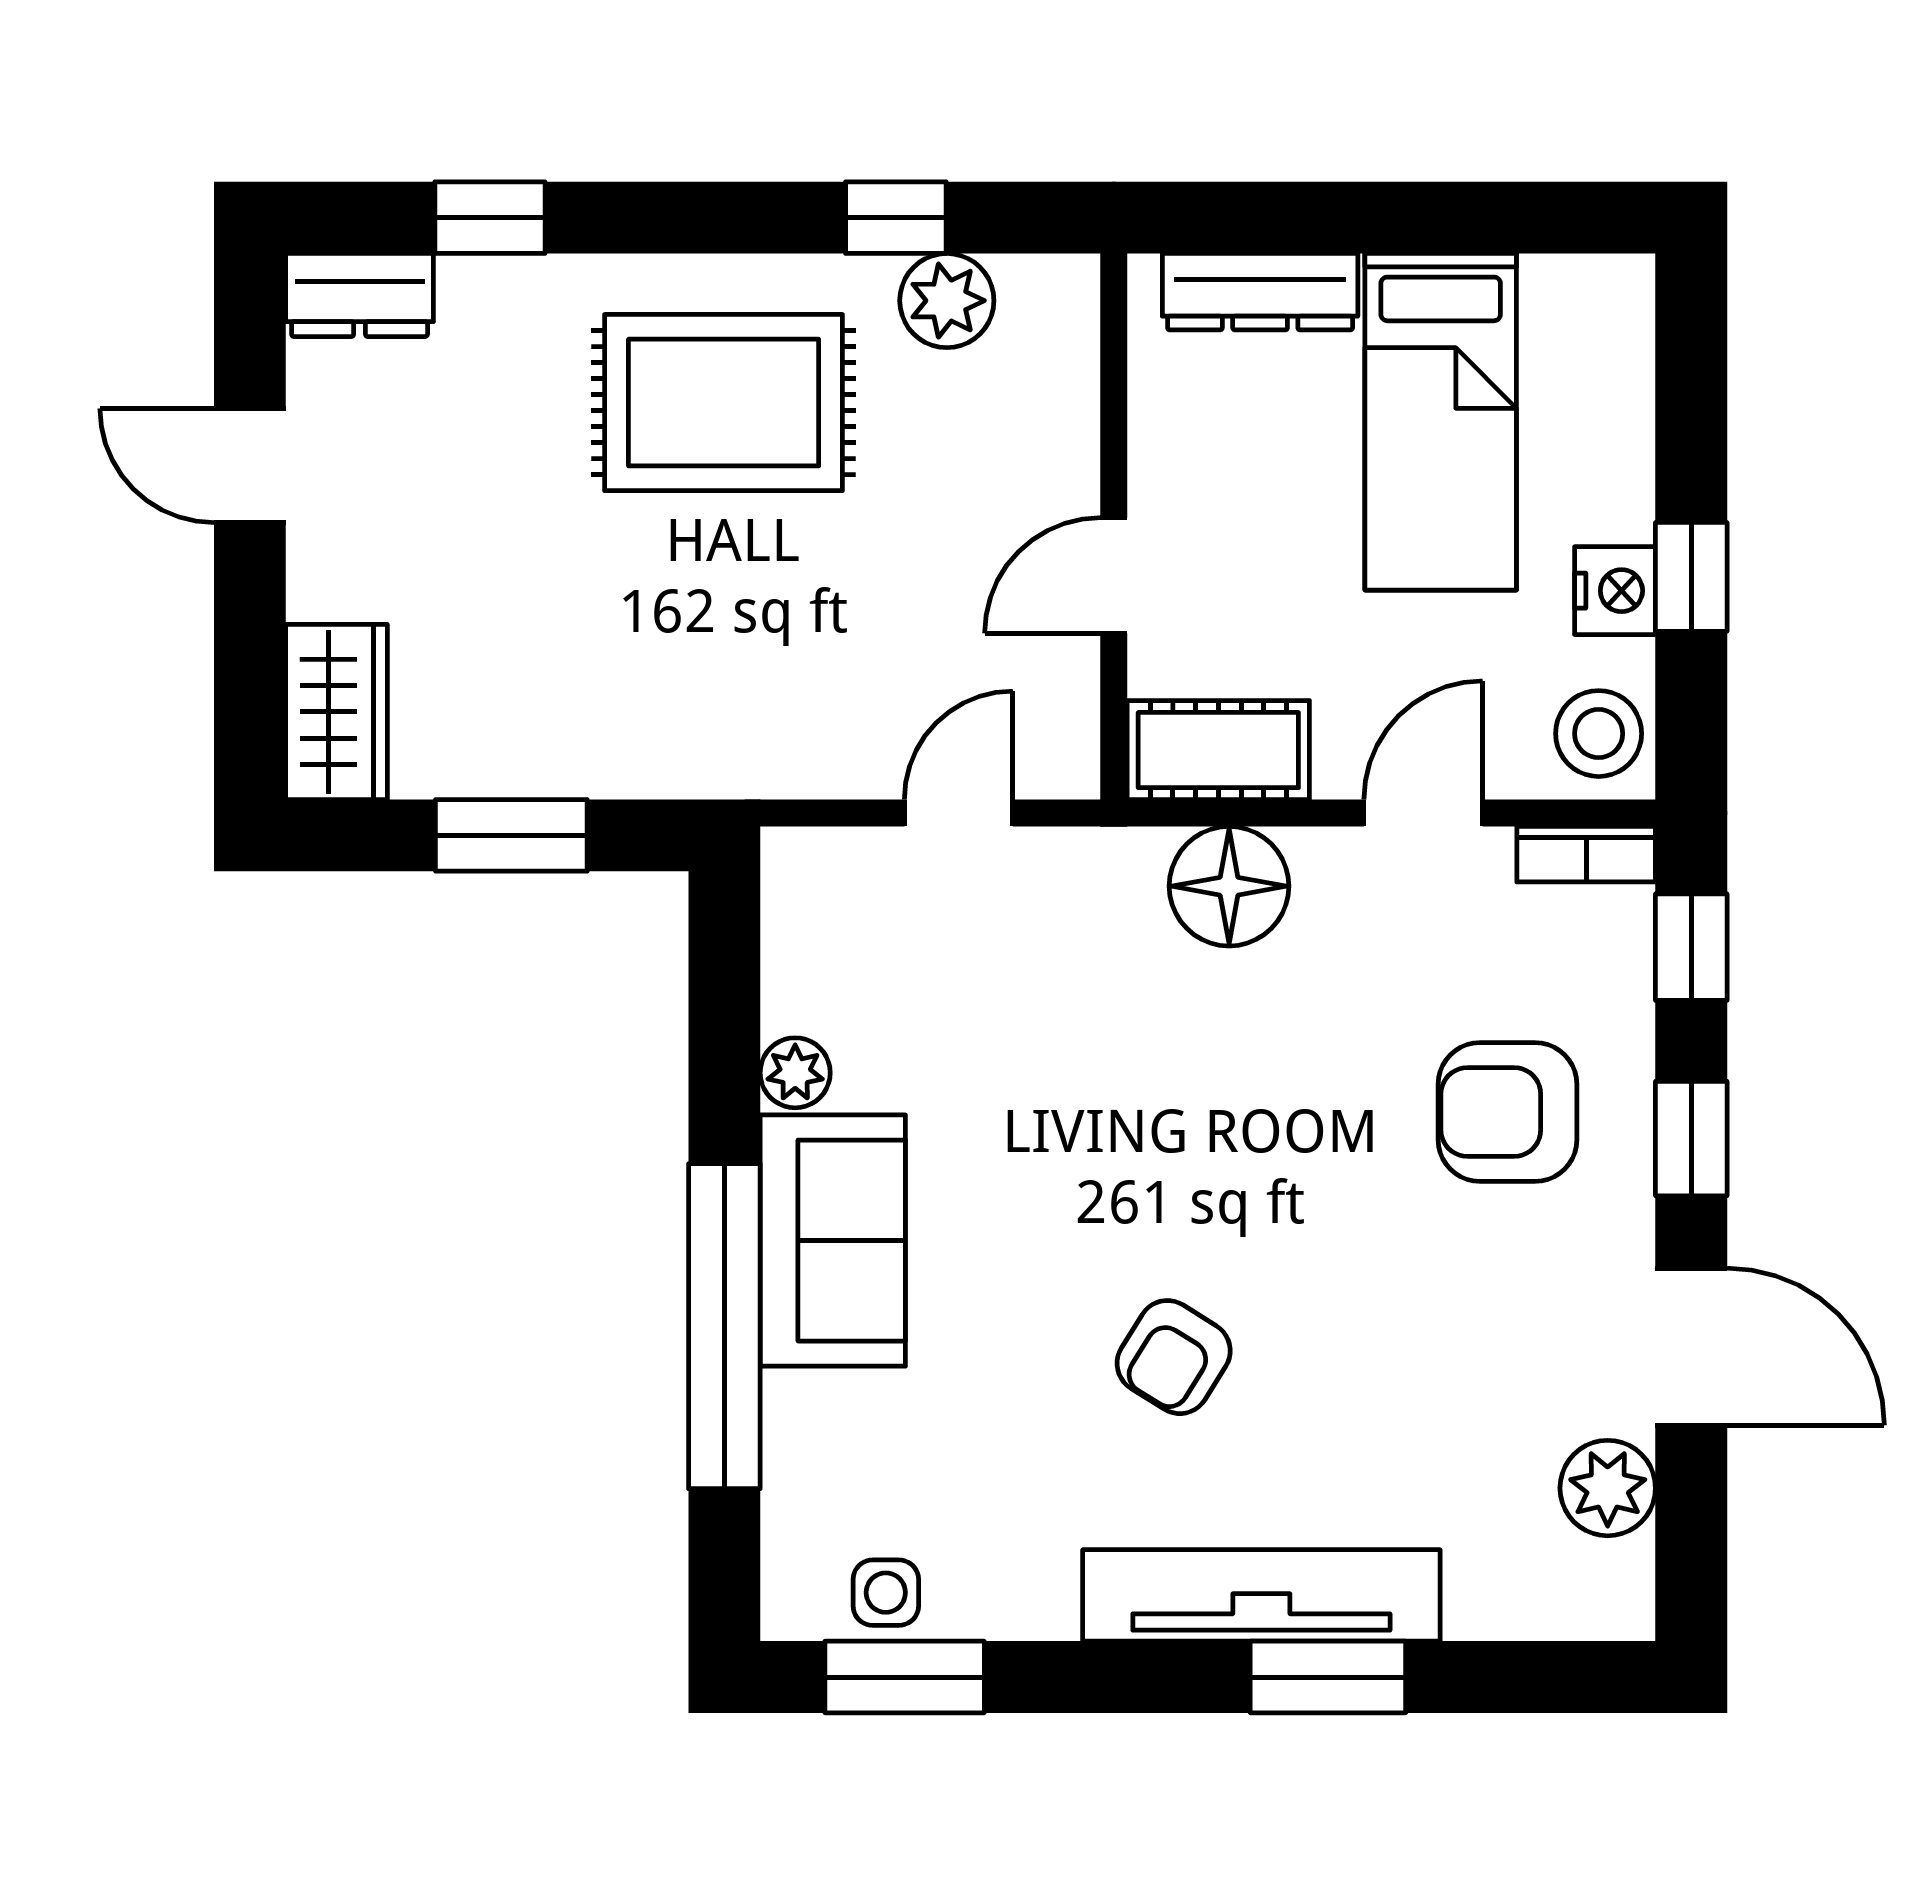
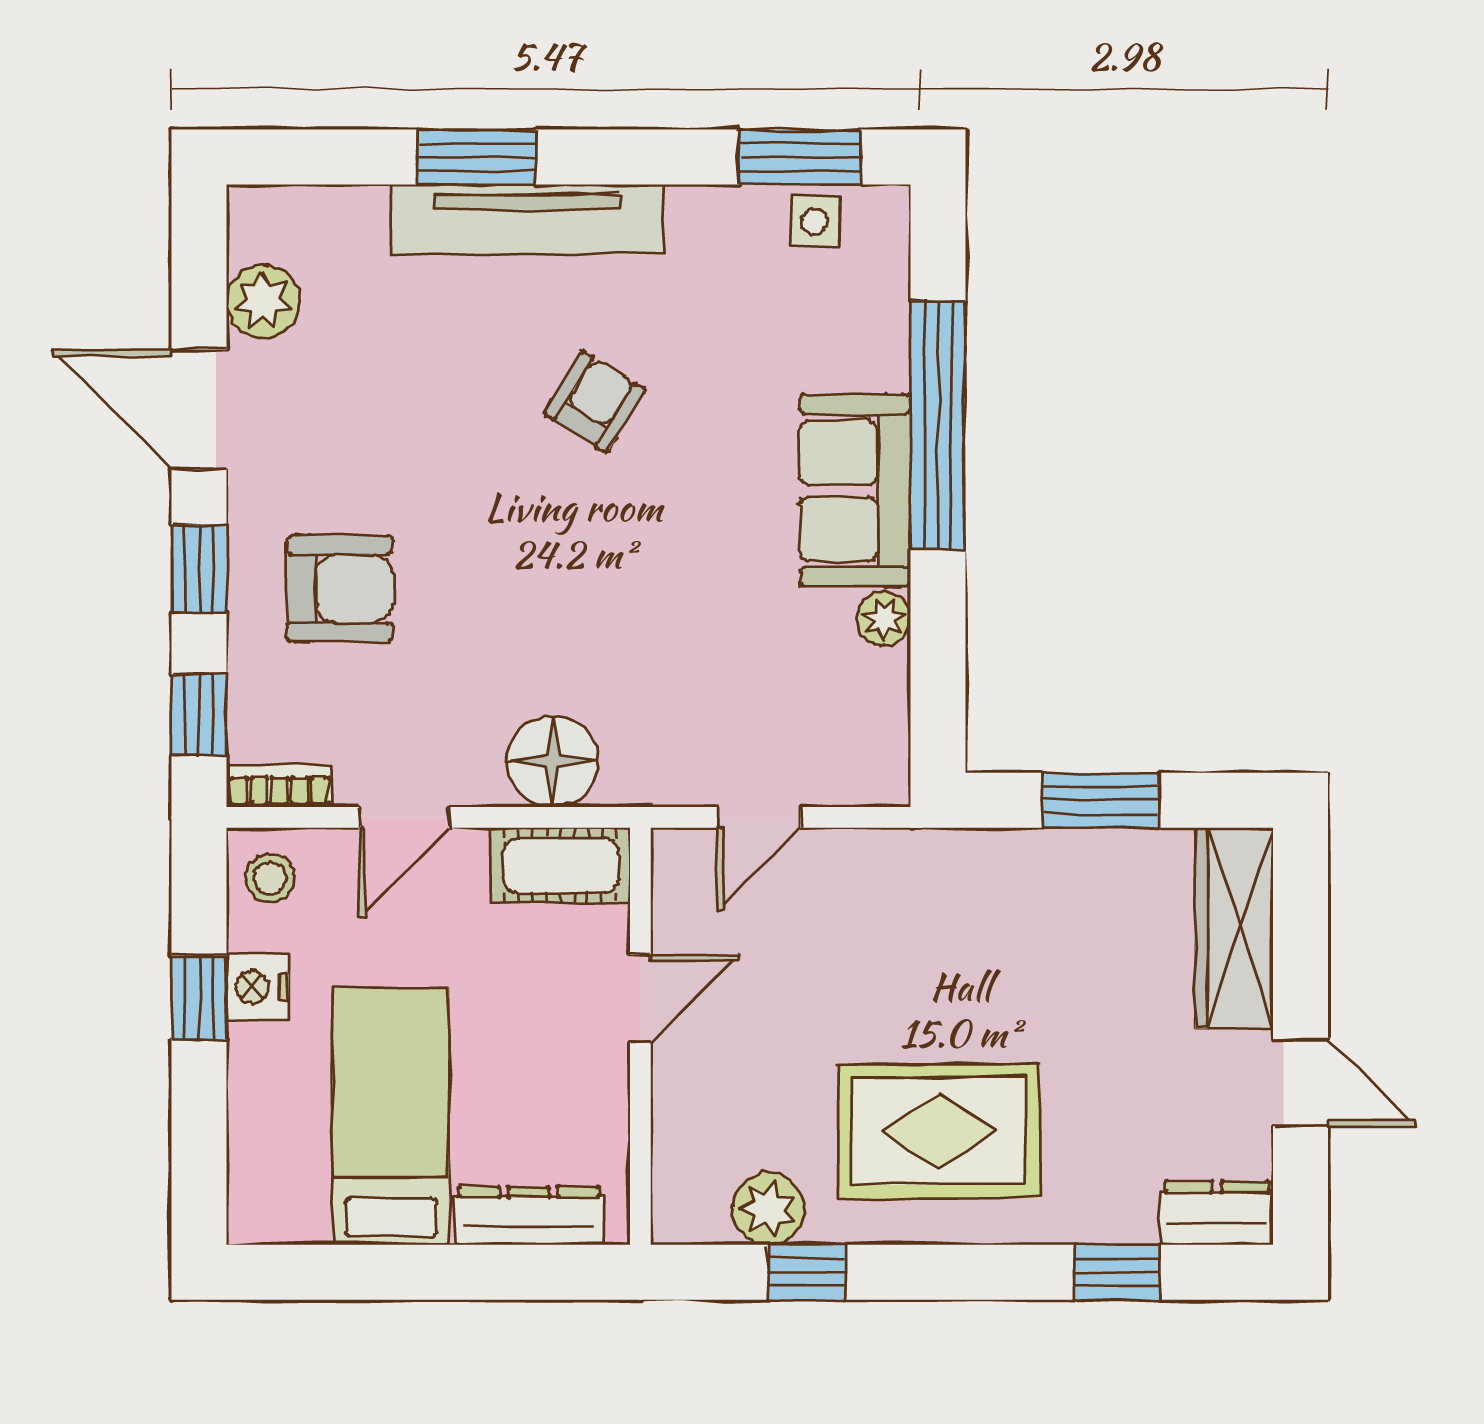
wardrobe: (336, 712) -> (1234, 928), width x1.50
stool: (1599, 734) -> (270, 878), width x0.73, depth x0.73

